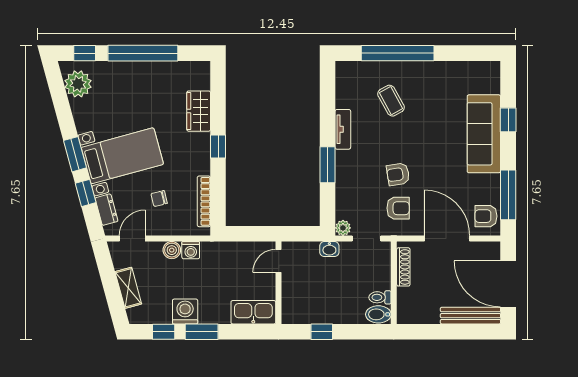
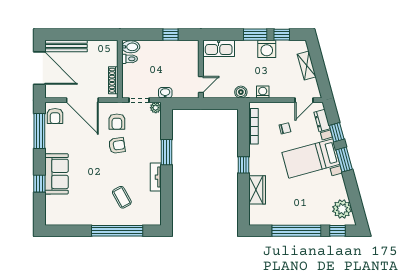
sofa: (484, 134) -> (56, 174), width x0.73
armchair: (398, 208) -> (117, 122), turned -90
armchair: (486, 216) -> (55, 116), turned 90
boiler: (172, 250) -> (241, 92), moved

